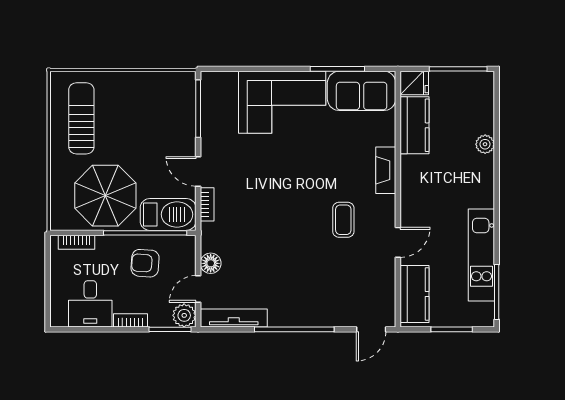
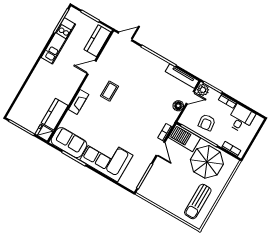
plant: (485, 144) -> (29, 88), removed
armchair: (145, 263) -> (207, 122), turned 79

